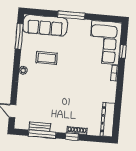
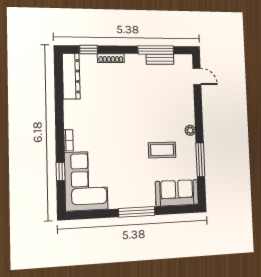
sofa: (45, 25) -> (177, 193), width x0.73
window: (19, 36) -> (200, 160), moved
window: (72, 137) -> (89, 49), moved

